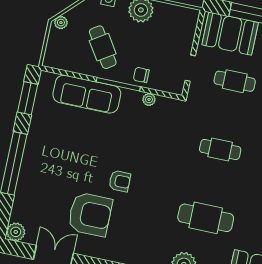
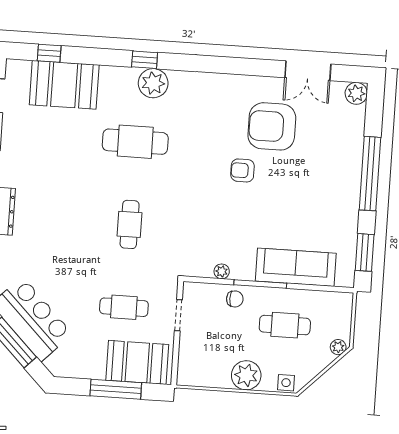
cafe table: (103, 47) -> (285, 325), turned -57
cafe table: (220, 150) -> (130, 224), turned 90

